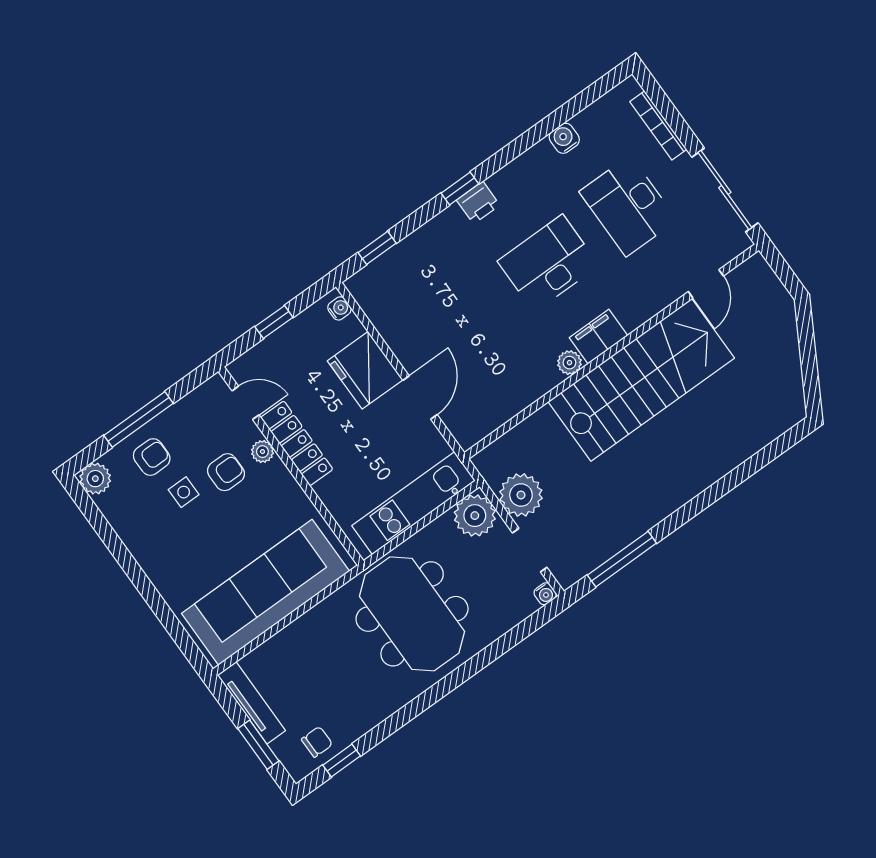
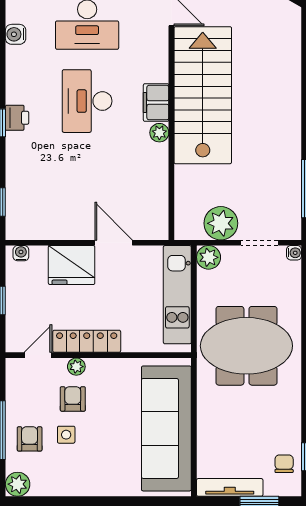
plant: (475, 516) -> (209, 257), width x0.73, depth x0.73

